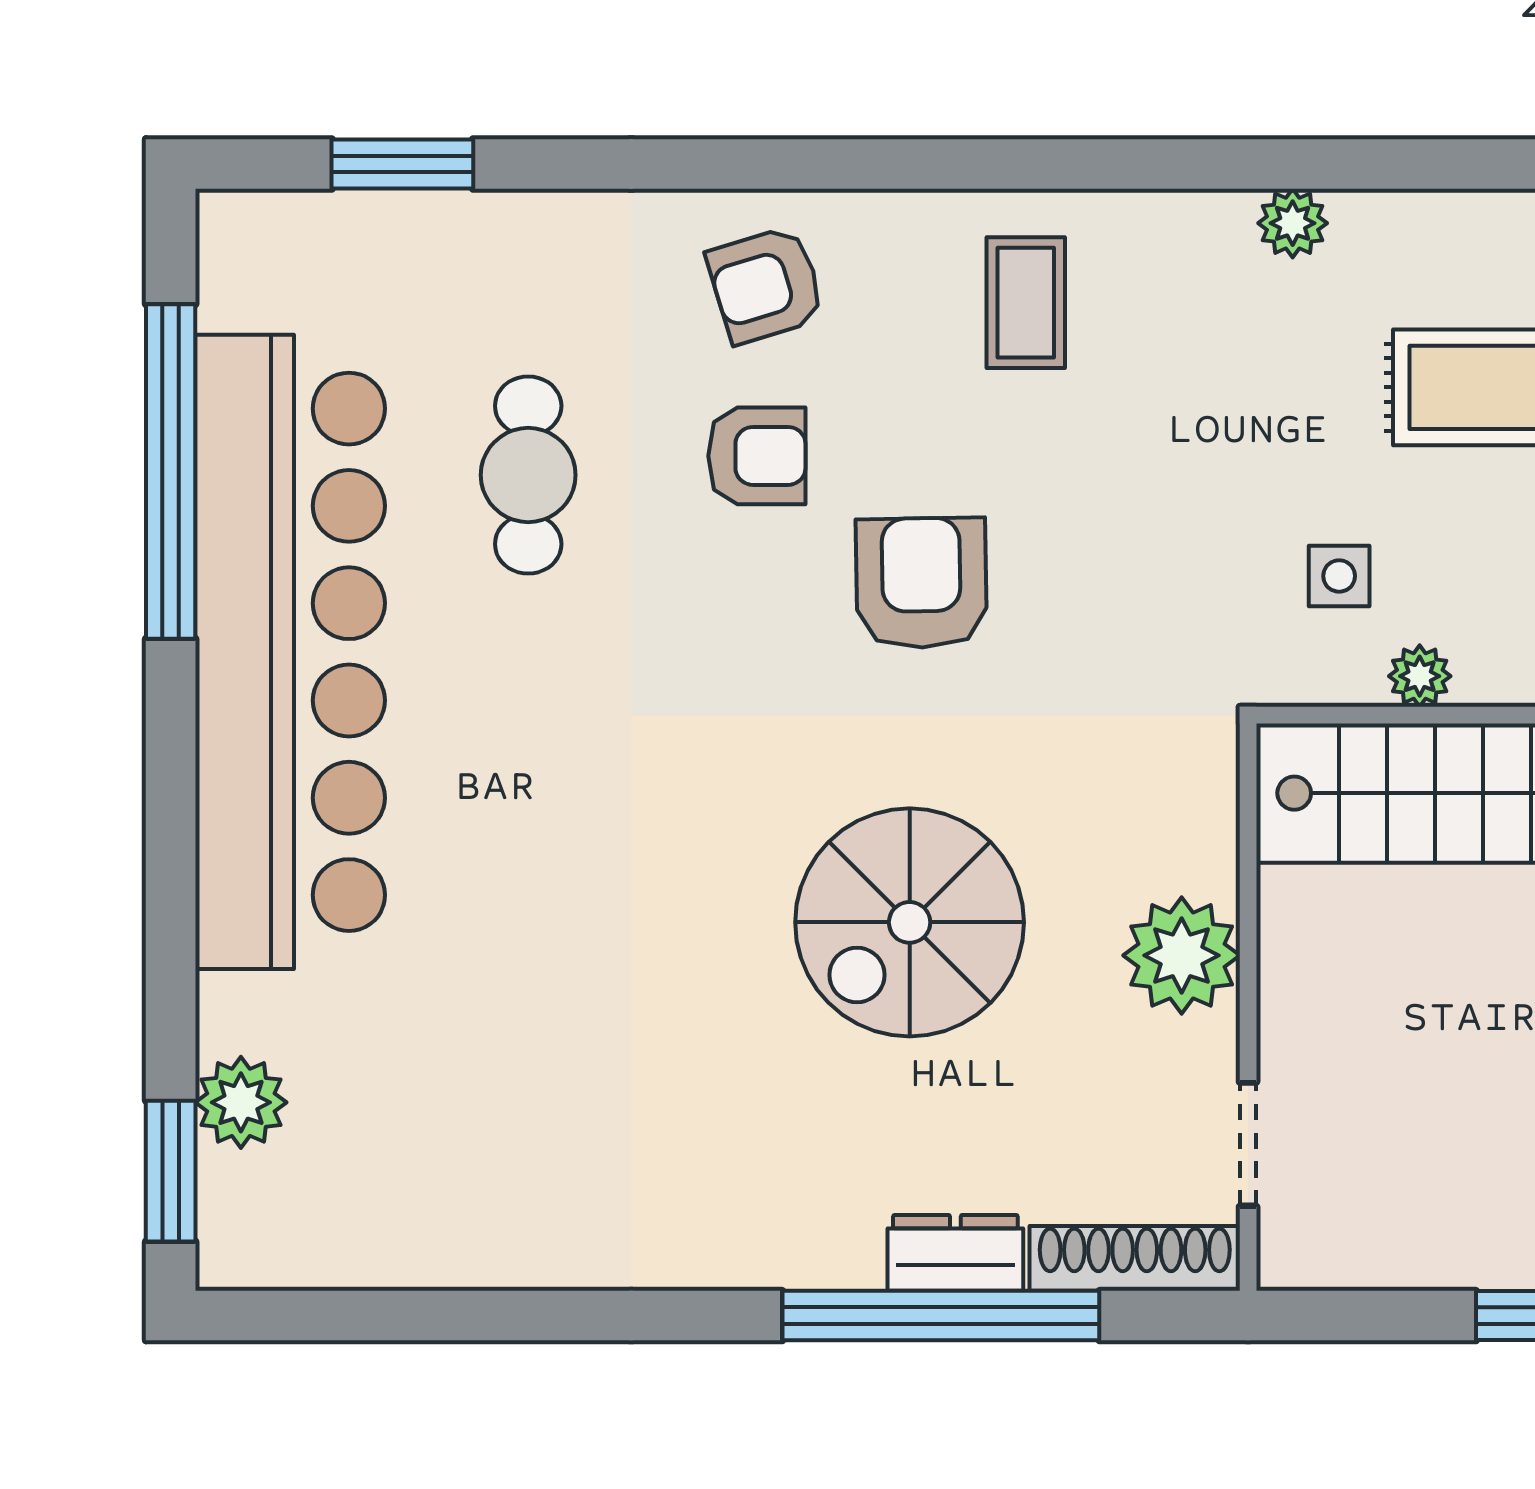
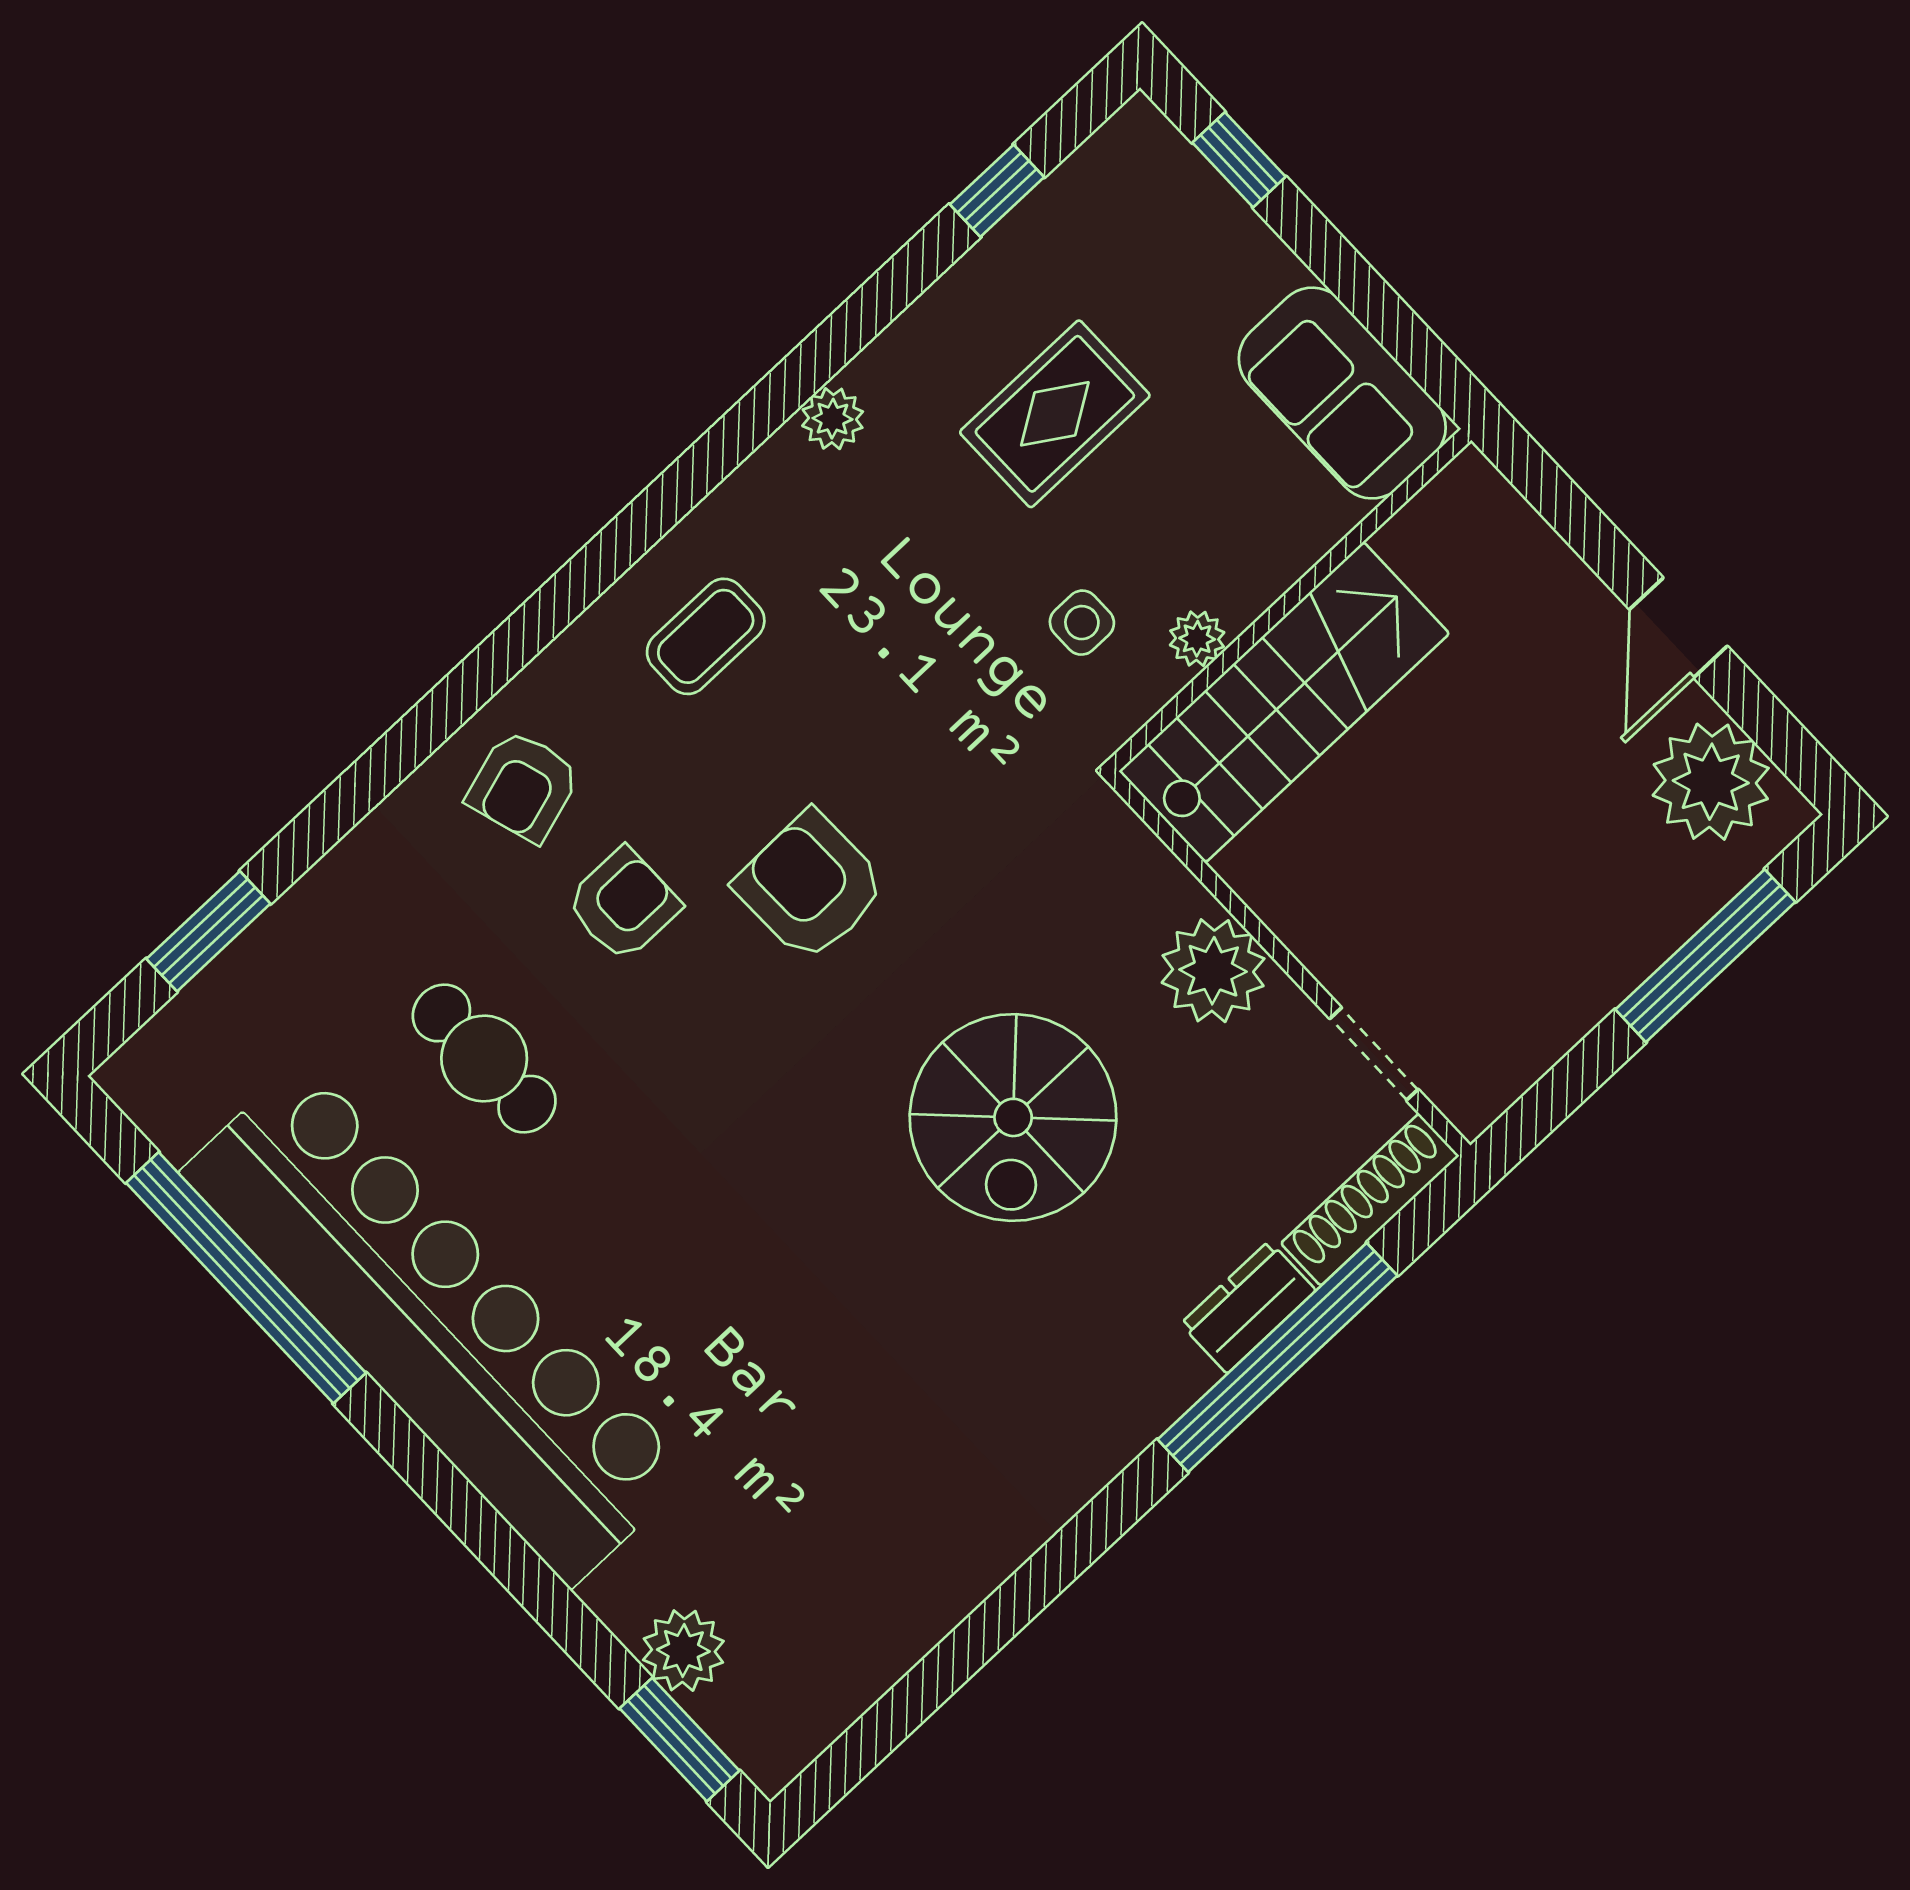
coffee table: (1026, 303) -> (706, 636), turned 90

